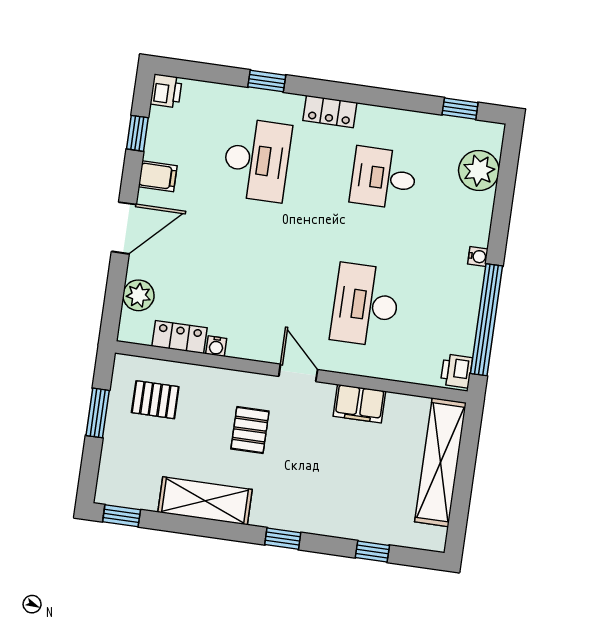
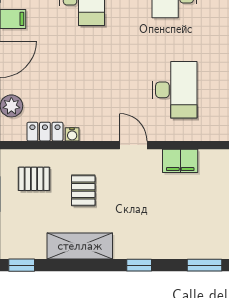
desk: (365, 305) -> (175, 90), turned 180
pallet: (250, 430) -> (83, 190), moved
window: (372, 551) -> (205, 265), width x1.50

